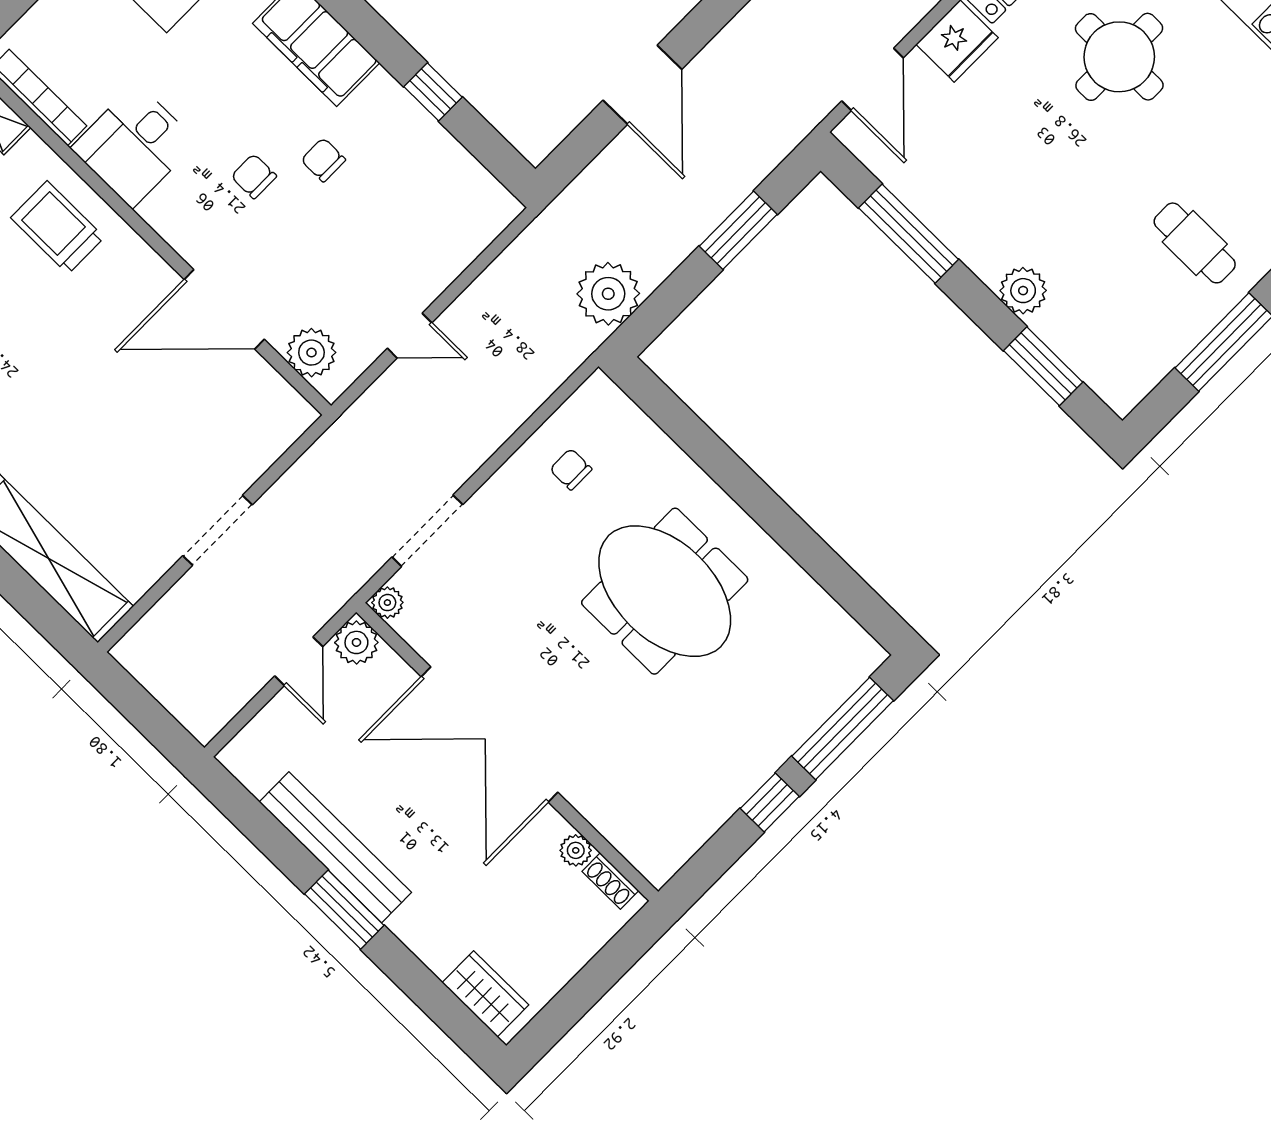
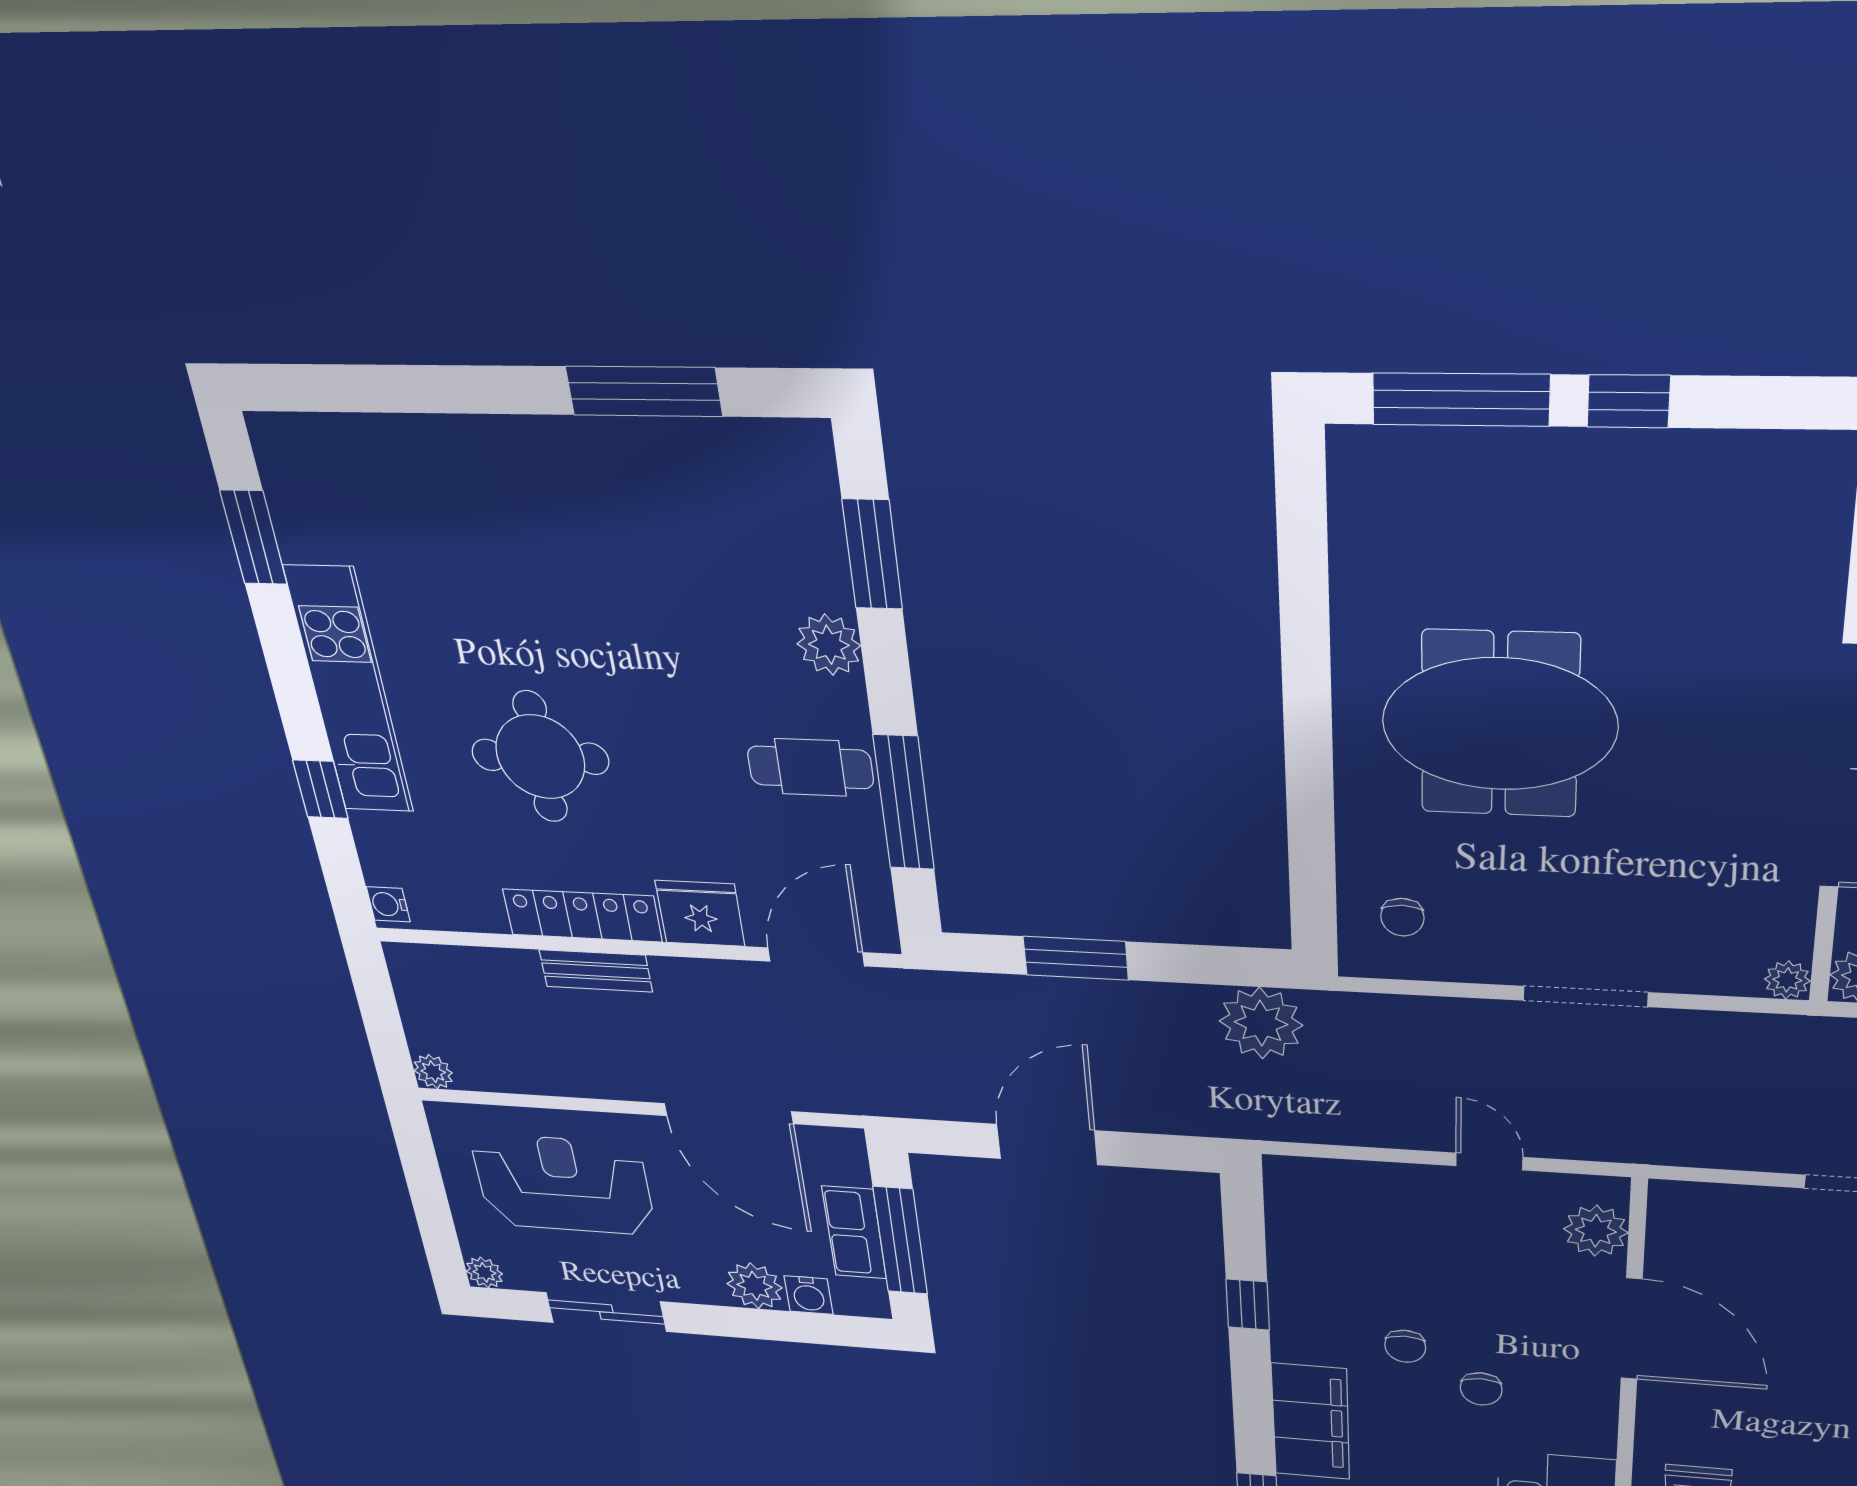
cafe table: (1195, 243) -> (810, 767), moved, turned 90
chair: (571, 469) -> (1402, 917), moved
doorway: (427, 531) -> (1585, 996), moved
meeting table: (665, 591) -> (1500, 724), turned 90

